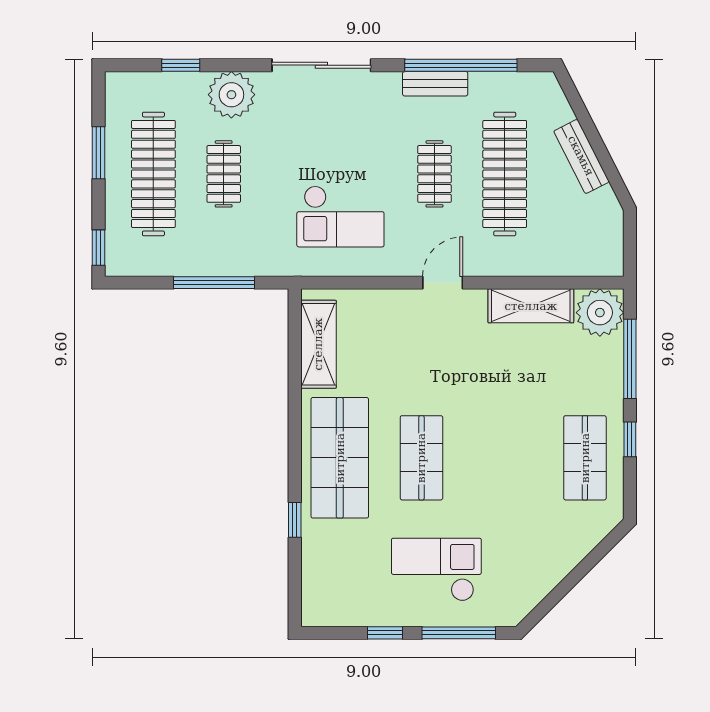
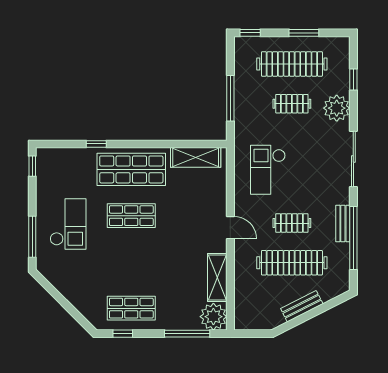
window: (630, 439) -> (123, 334), moved
window: (385, 633) -> (32, 166), moved

